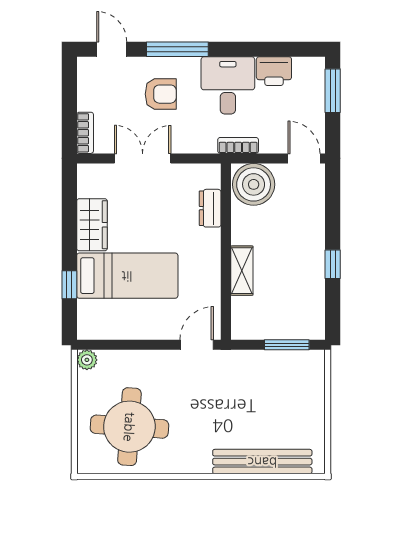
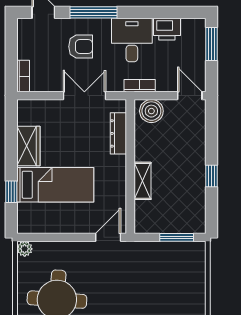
double door: (143, 158) -> (84, 96), moved
boiler: (254, 184) -> (151, 111), width x0.73, depth x0.73
dresser: (210, 208) -> (118, 133), width x1.44

